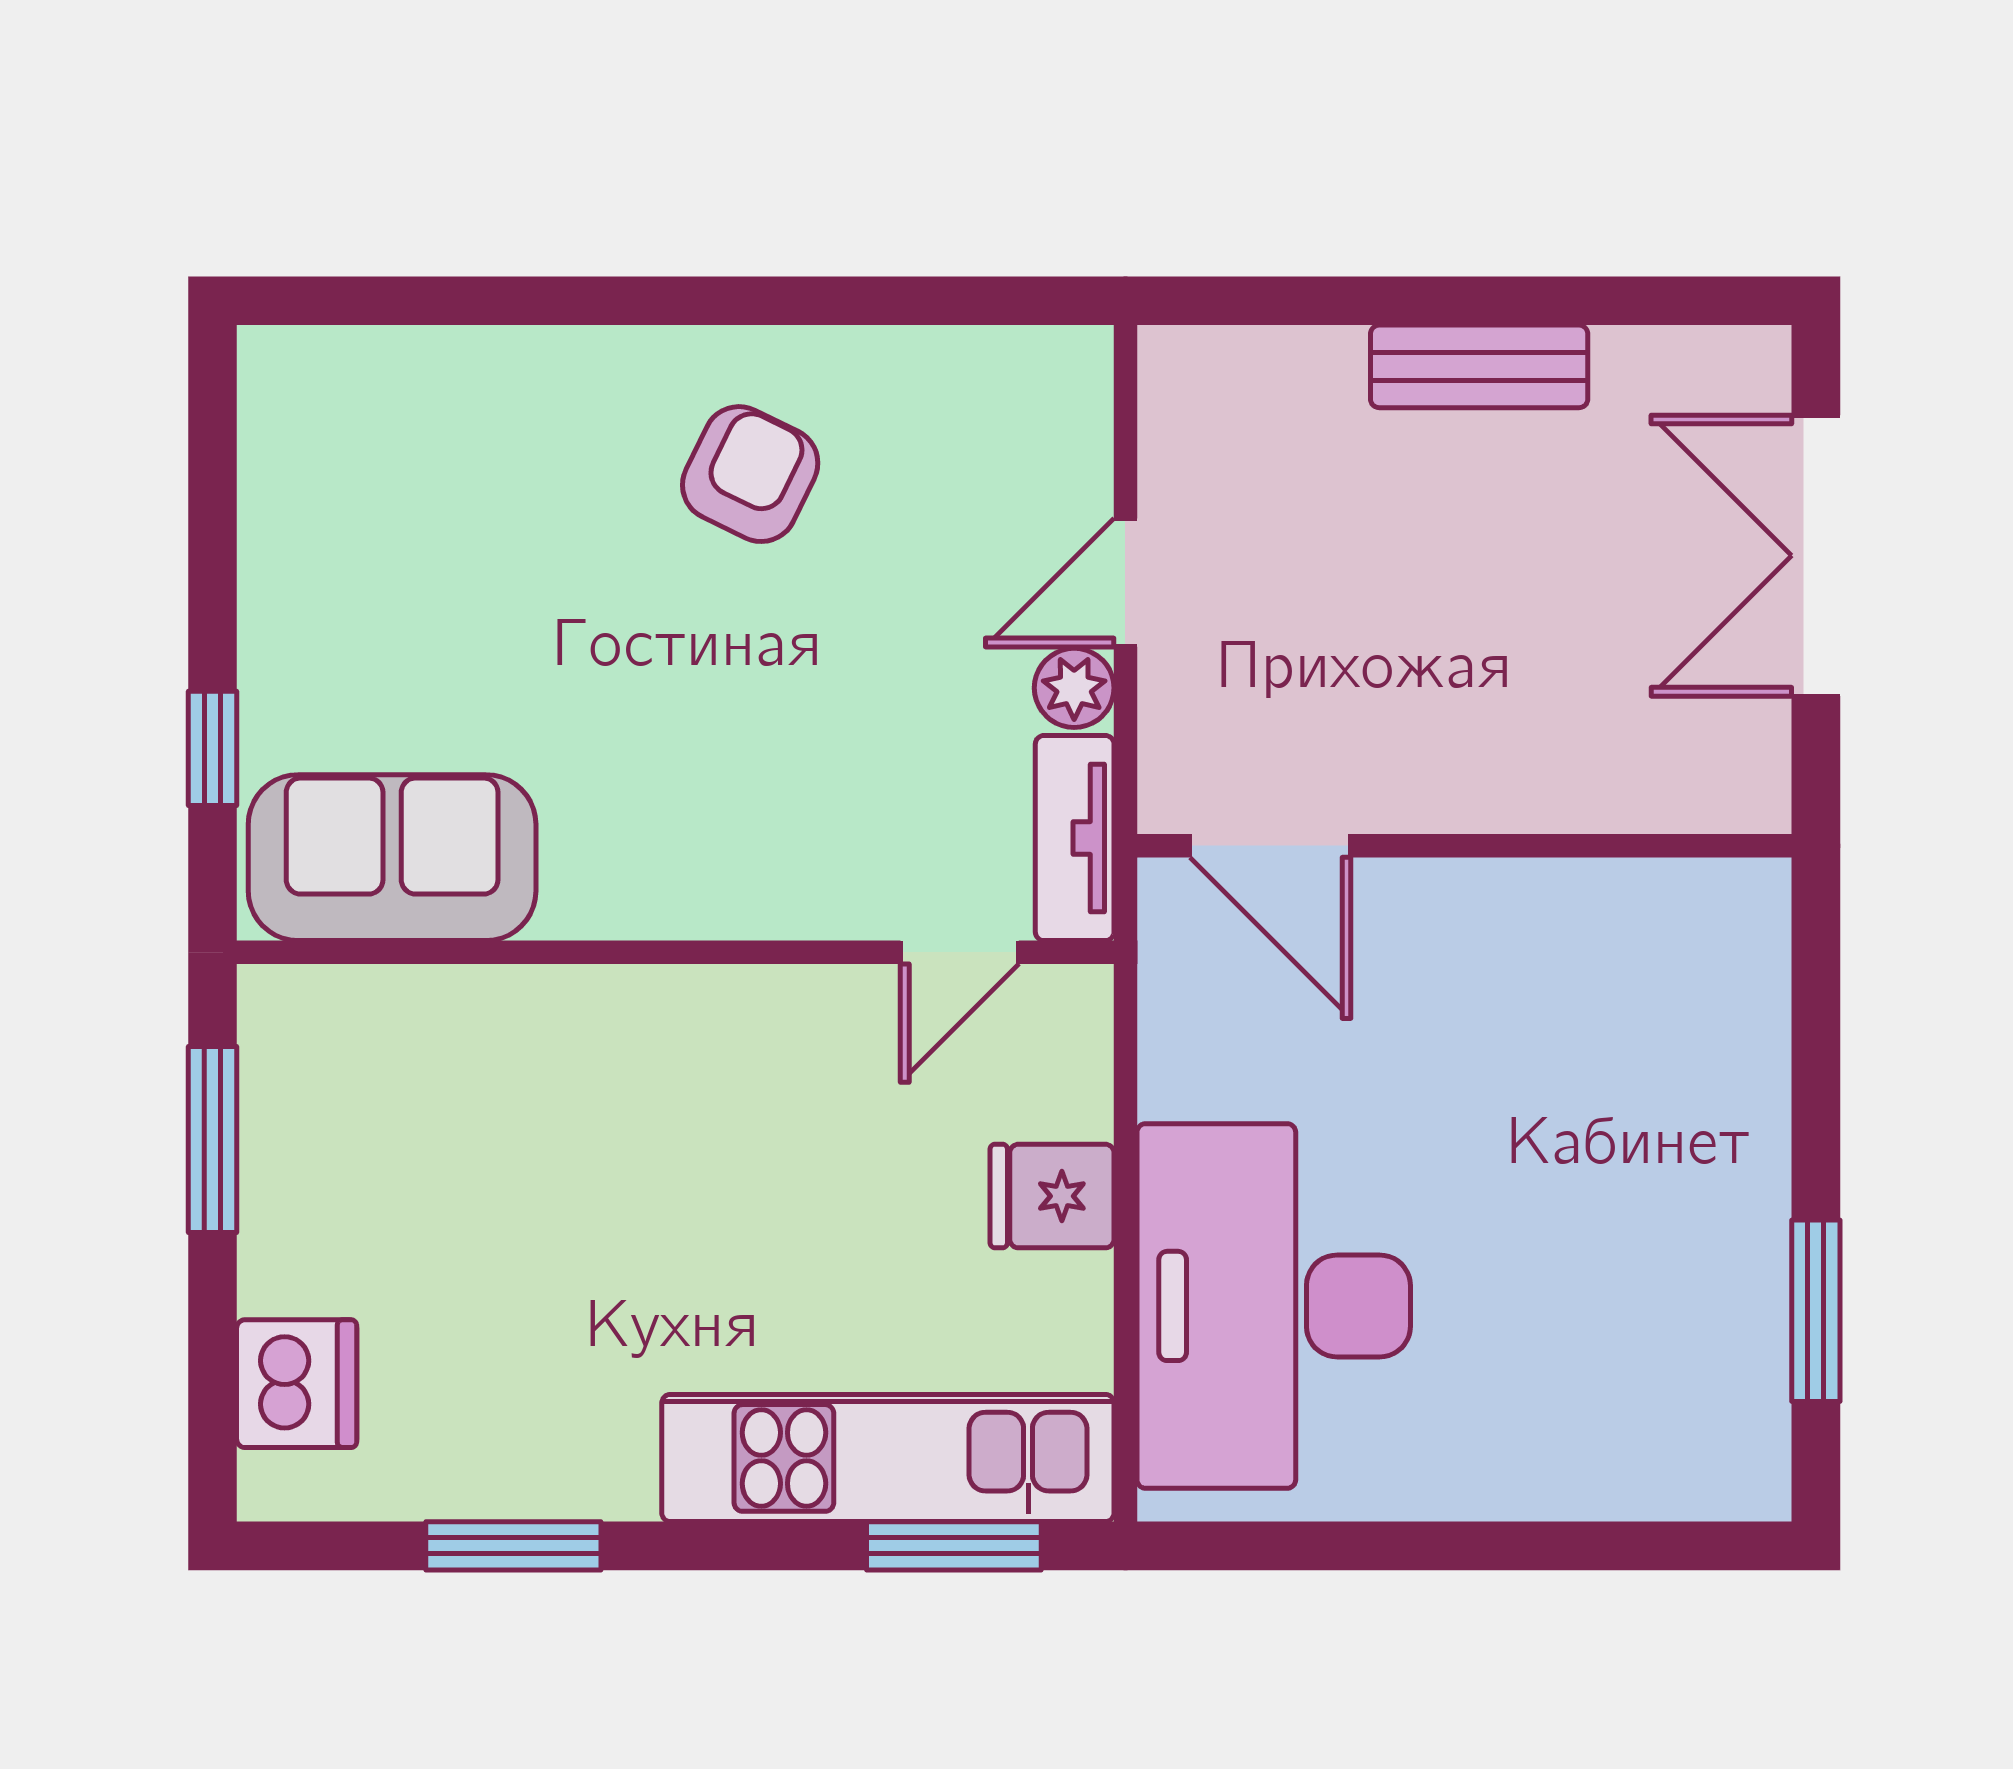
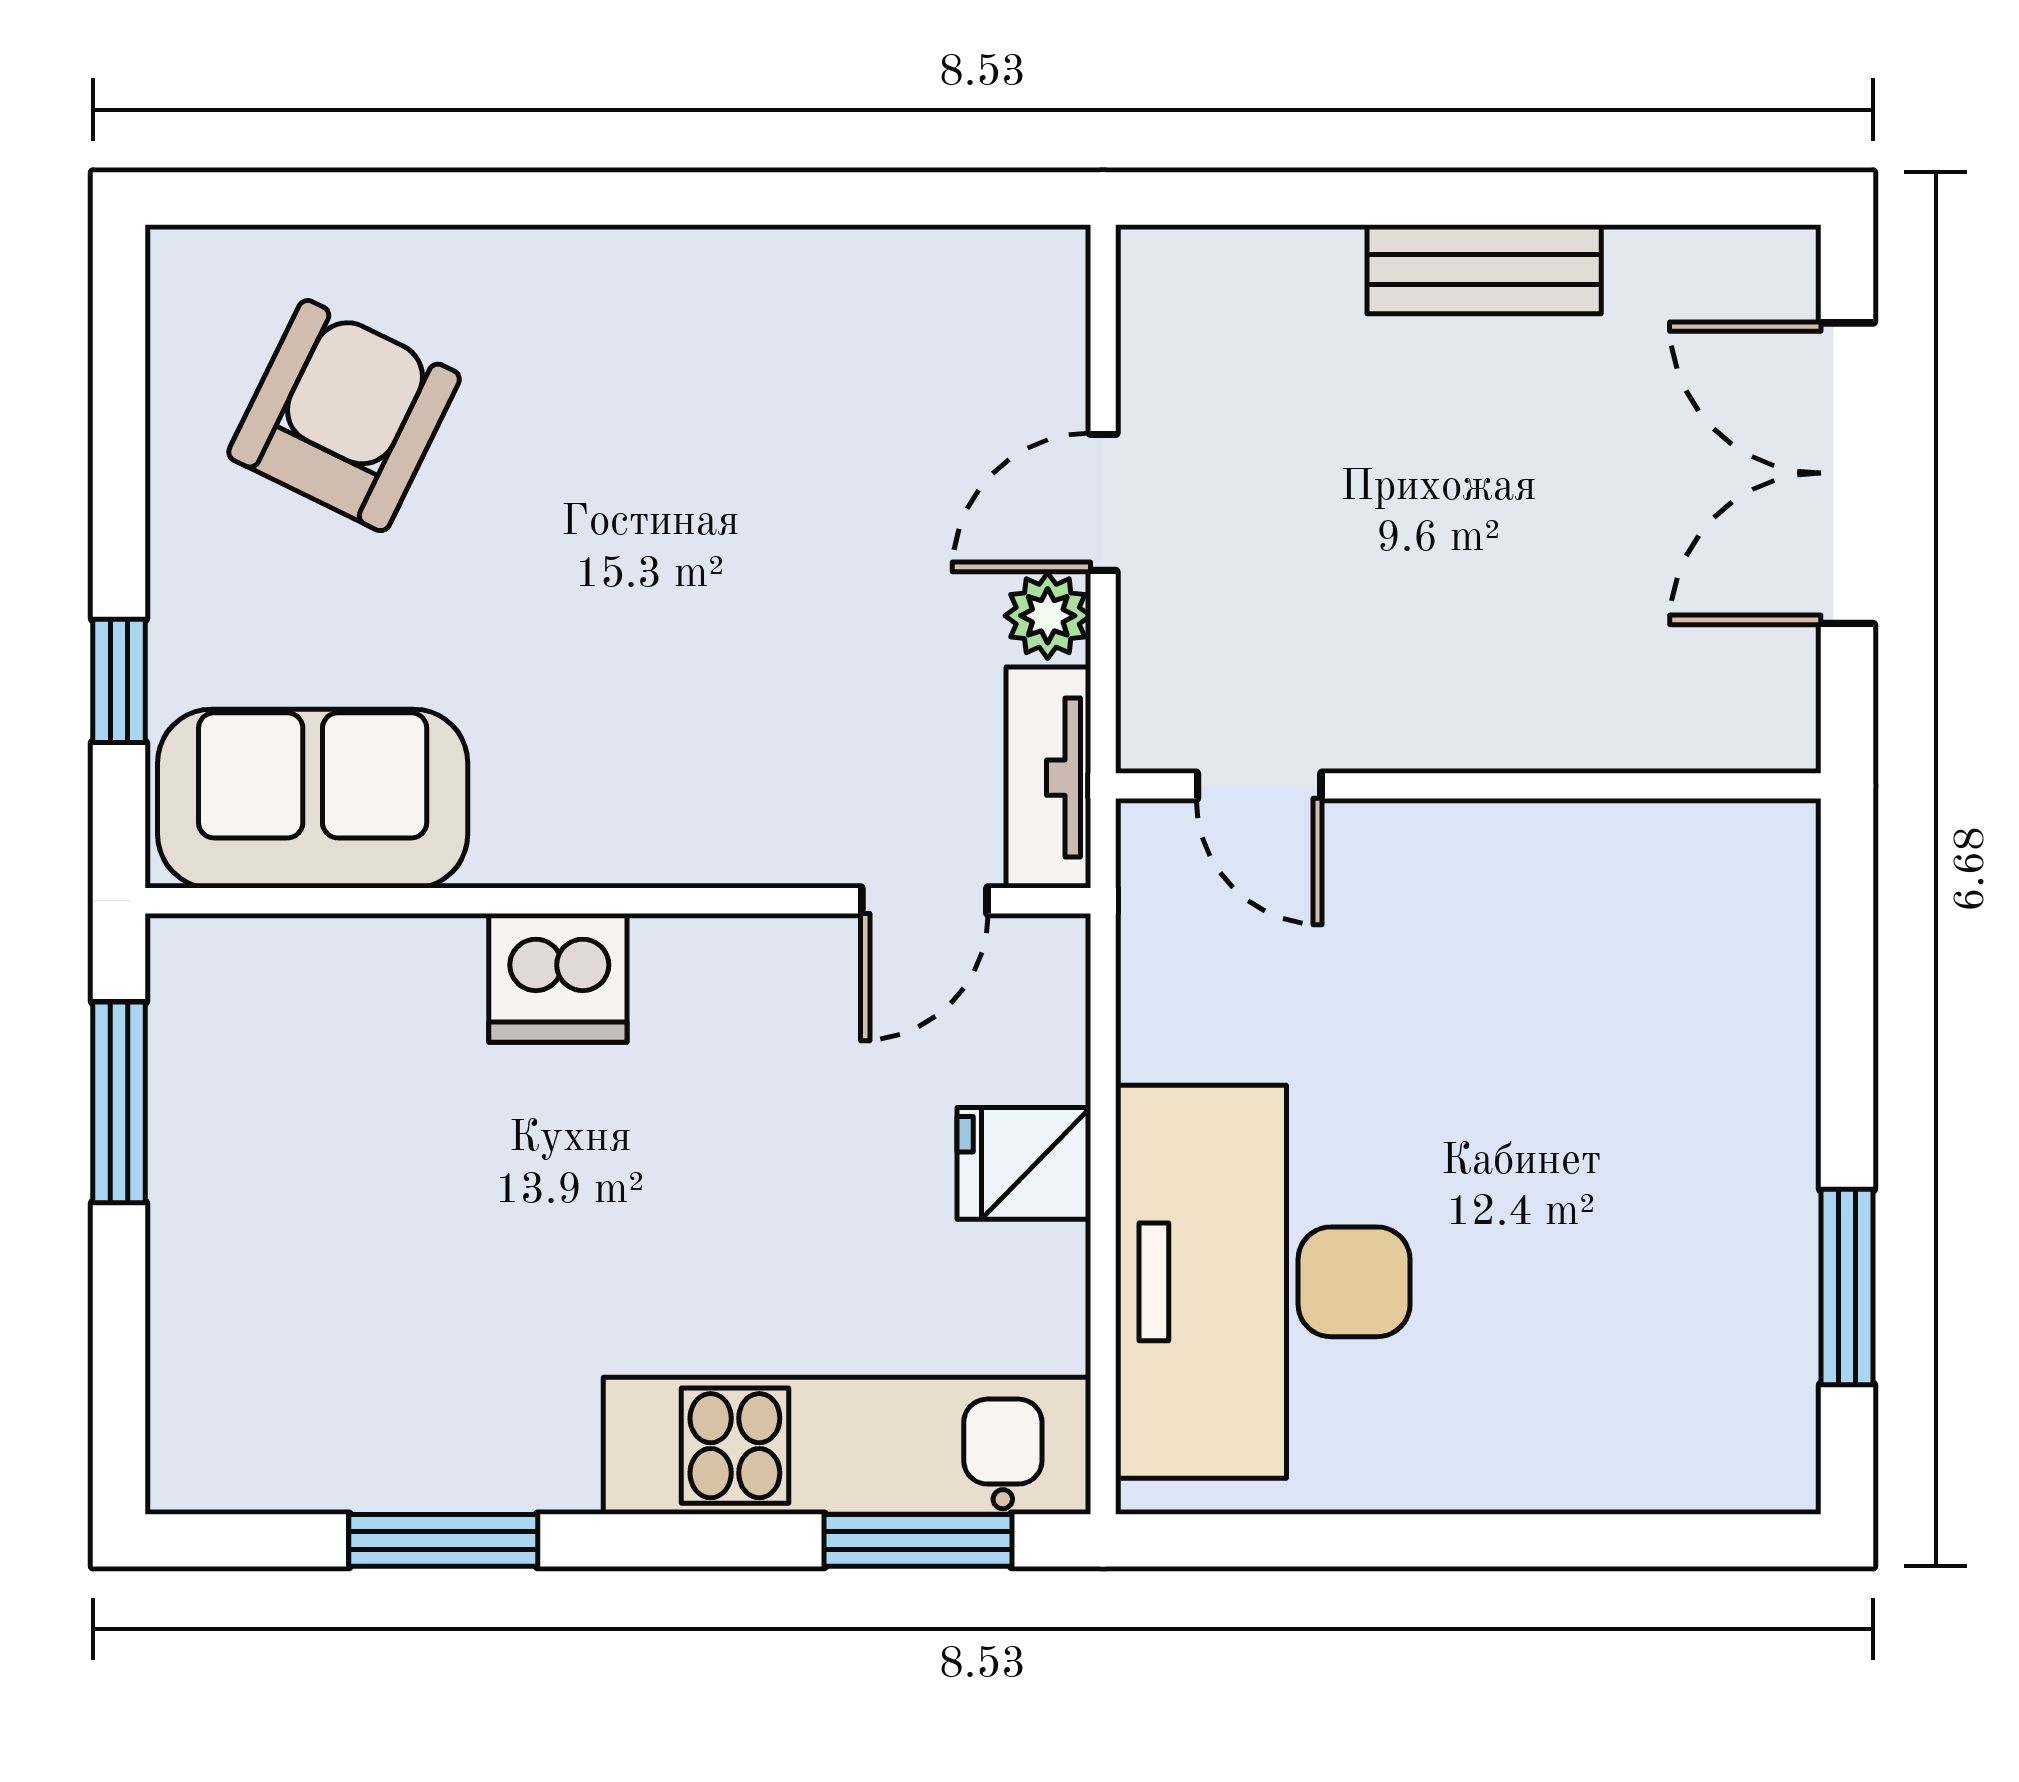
armchair: (750, 474) -> (344, 416), moved, width x1.38, depth x1.38
door: (1270, 846) -> (1259, 786), width x0.73
dishwasher: (297, 1384) -> (558, 978), moved, turned 90

